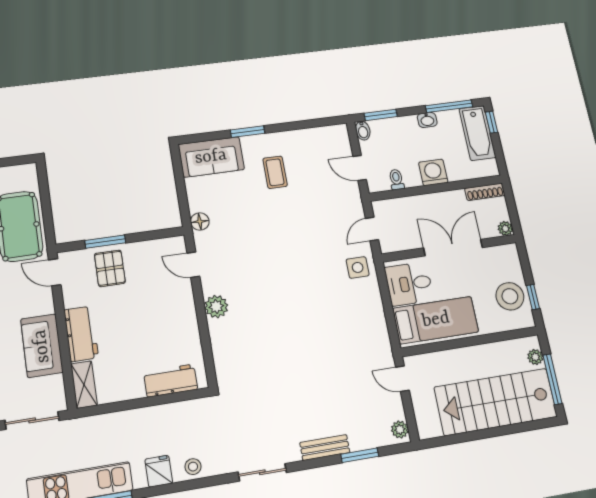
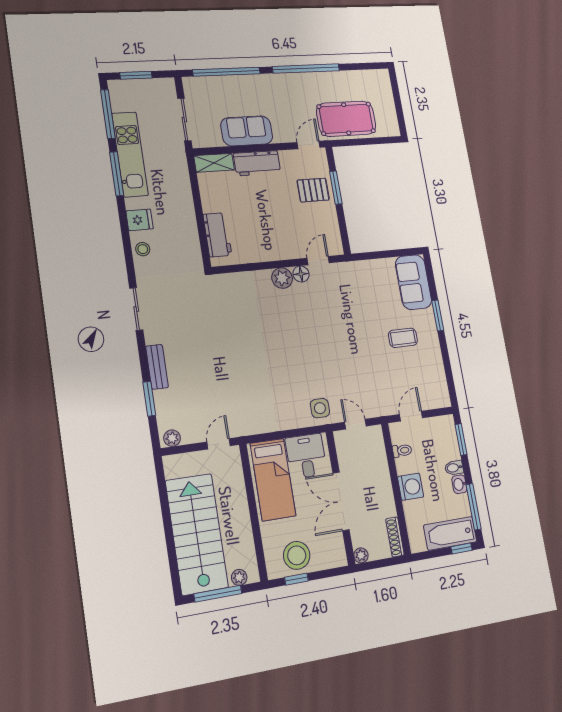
bidet: (363, 131) -> (454, 468), moved
floor lamp: (200, 221) -> (301, 274), moved
double door: (453, 248) -> (341, 501), swing flipped

